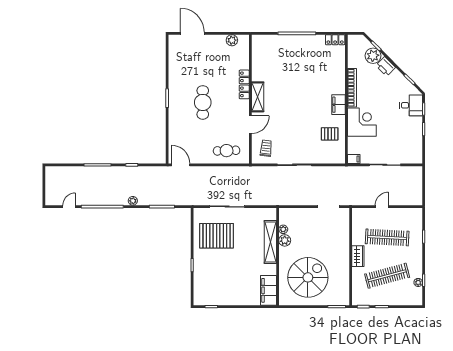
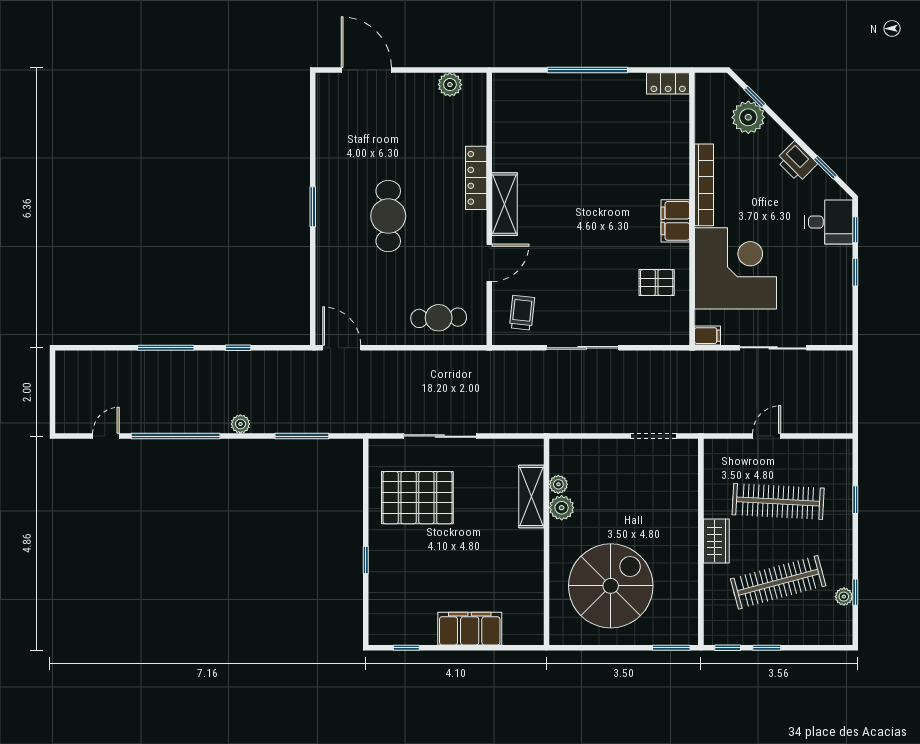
printer: (386, 66) -> (797, 162), moved
corner desk: (362, 122) -> (736, 268), width x1.36, depth x1.36
shelving: (270, 242) -> (531, 496), width x0.68
filing cabinet: (269, 290) -> (470, 629), moved, turned 90

